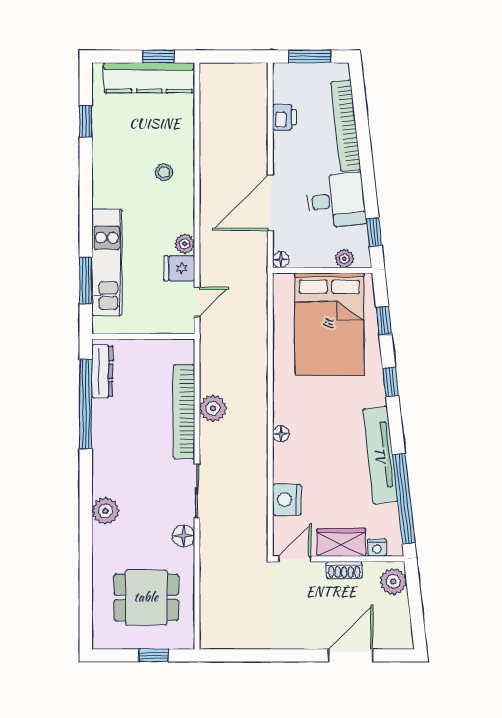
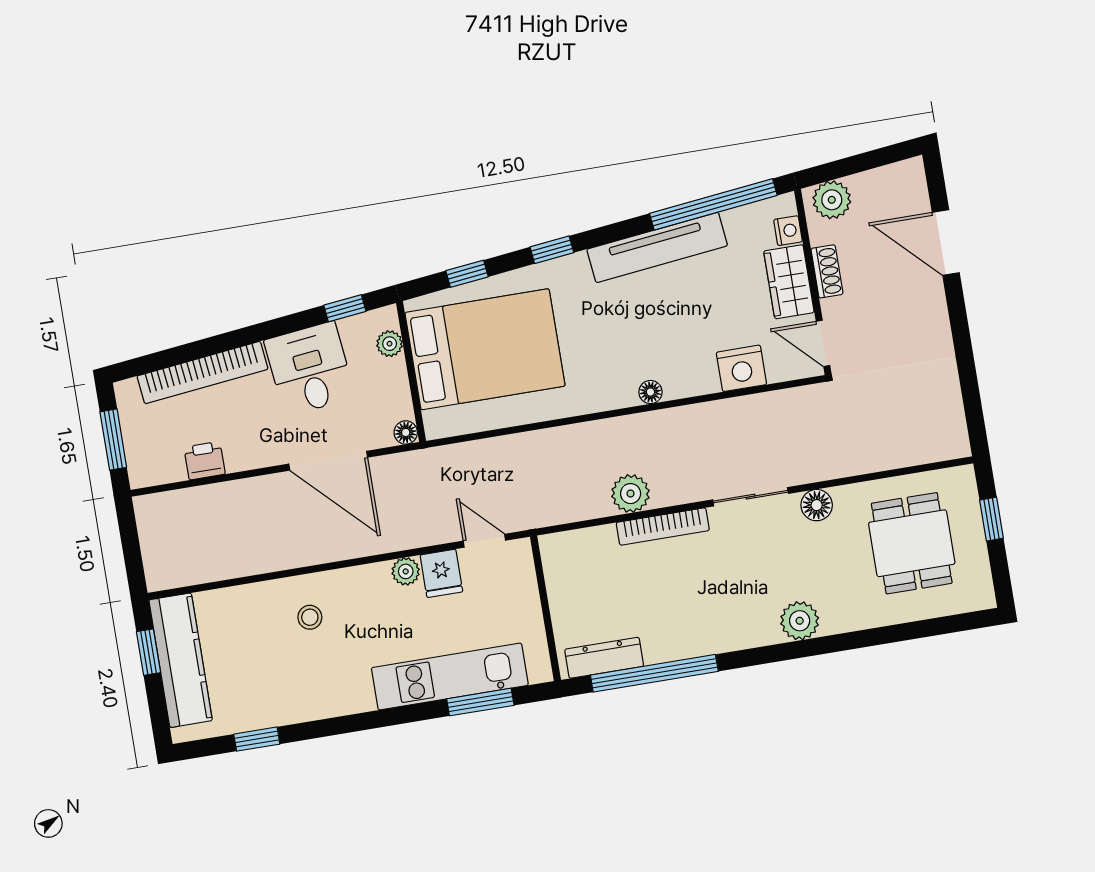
bookcase: (184, 412) -> (663, 527), width x0.68, depth x0.76

